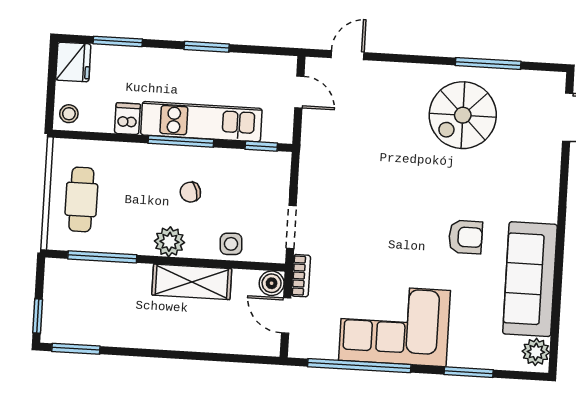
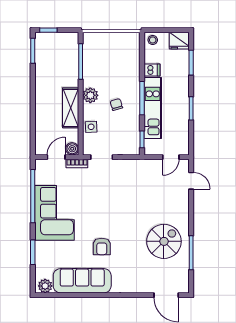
spiral stairs: (463, 115) -> (164, 241), turned 90
cafe table: (81, 199) -> (109, 49), removed

